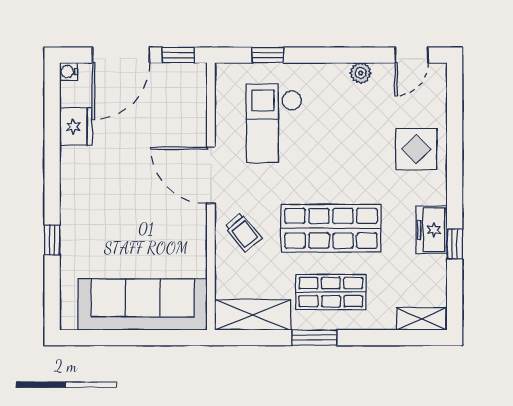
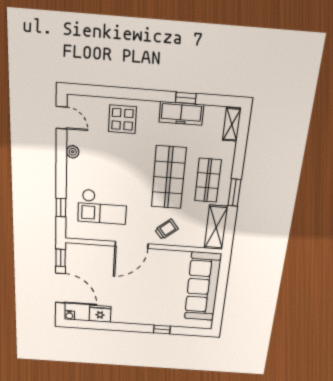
freezer: (432, 230) -> (181, 113), width x1.40

